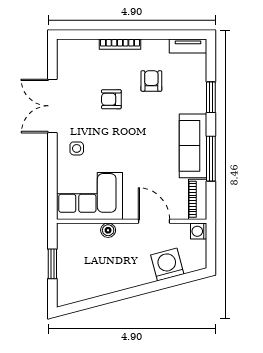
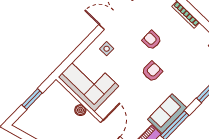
armchair: (151, 81) -> (152, 71), moved
sofa: (193, 146) -> (167, 114), width x0.73

